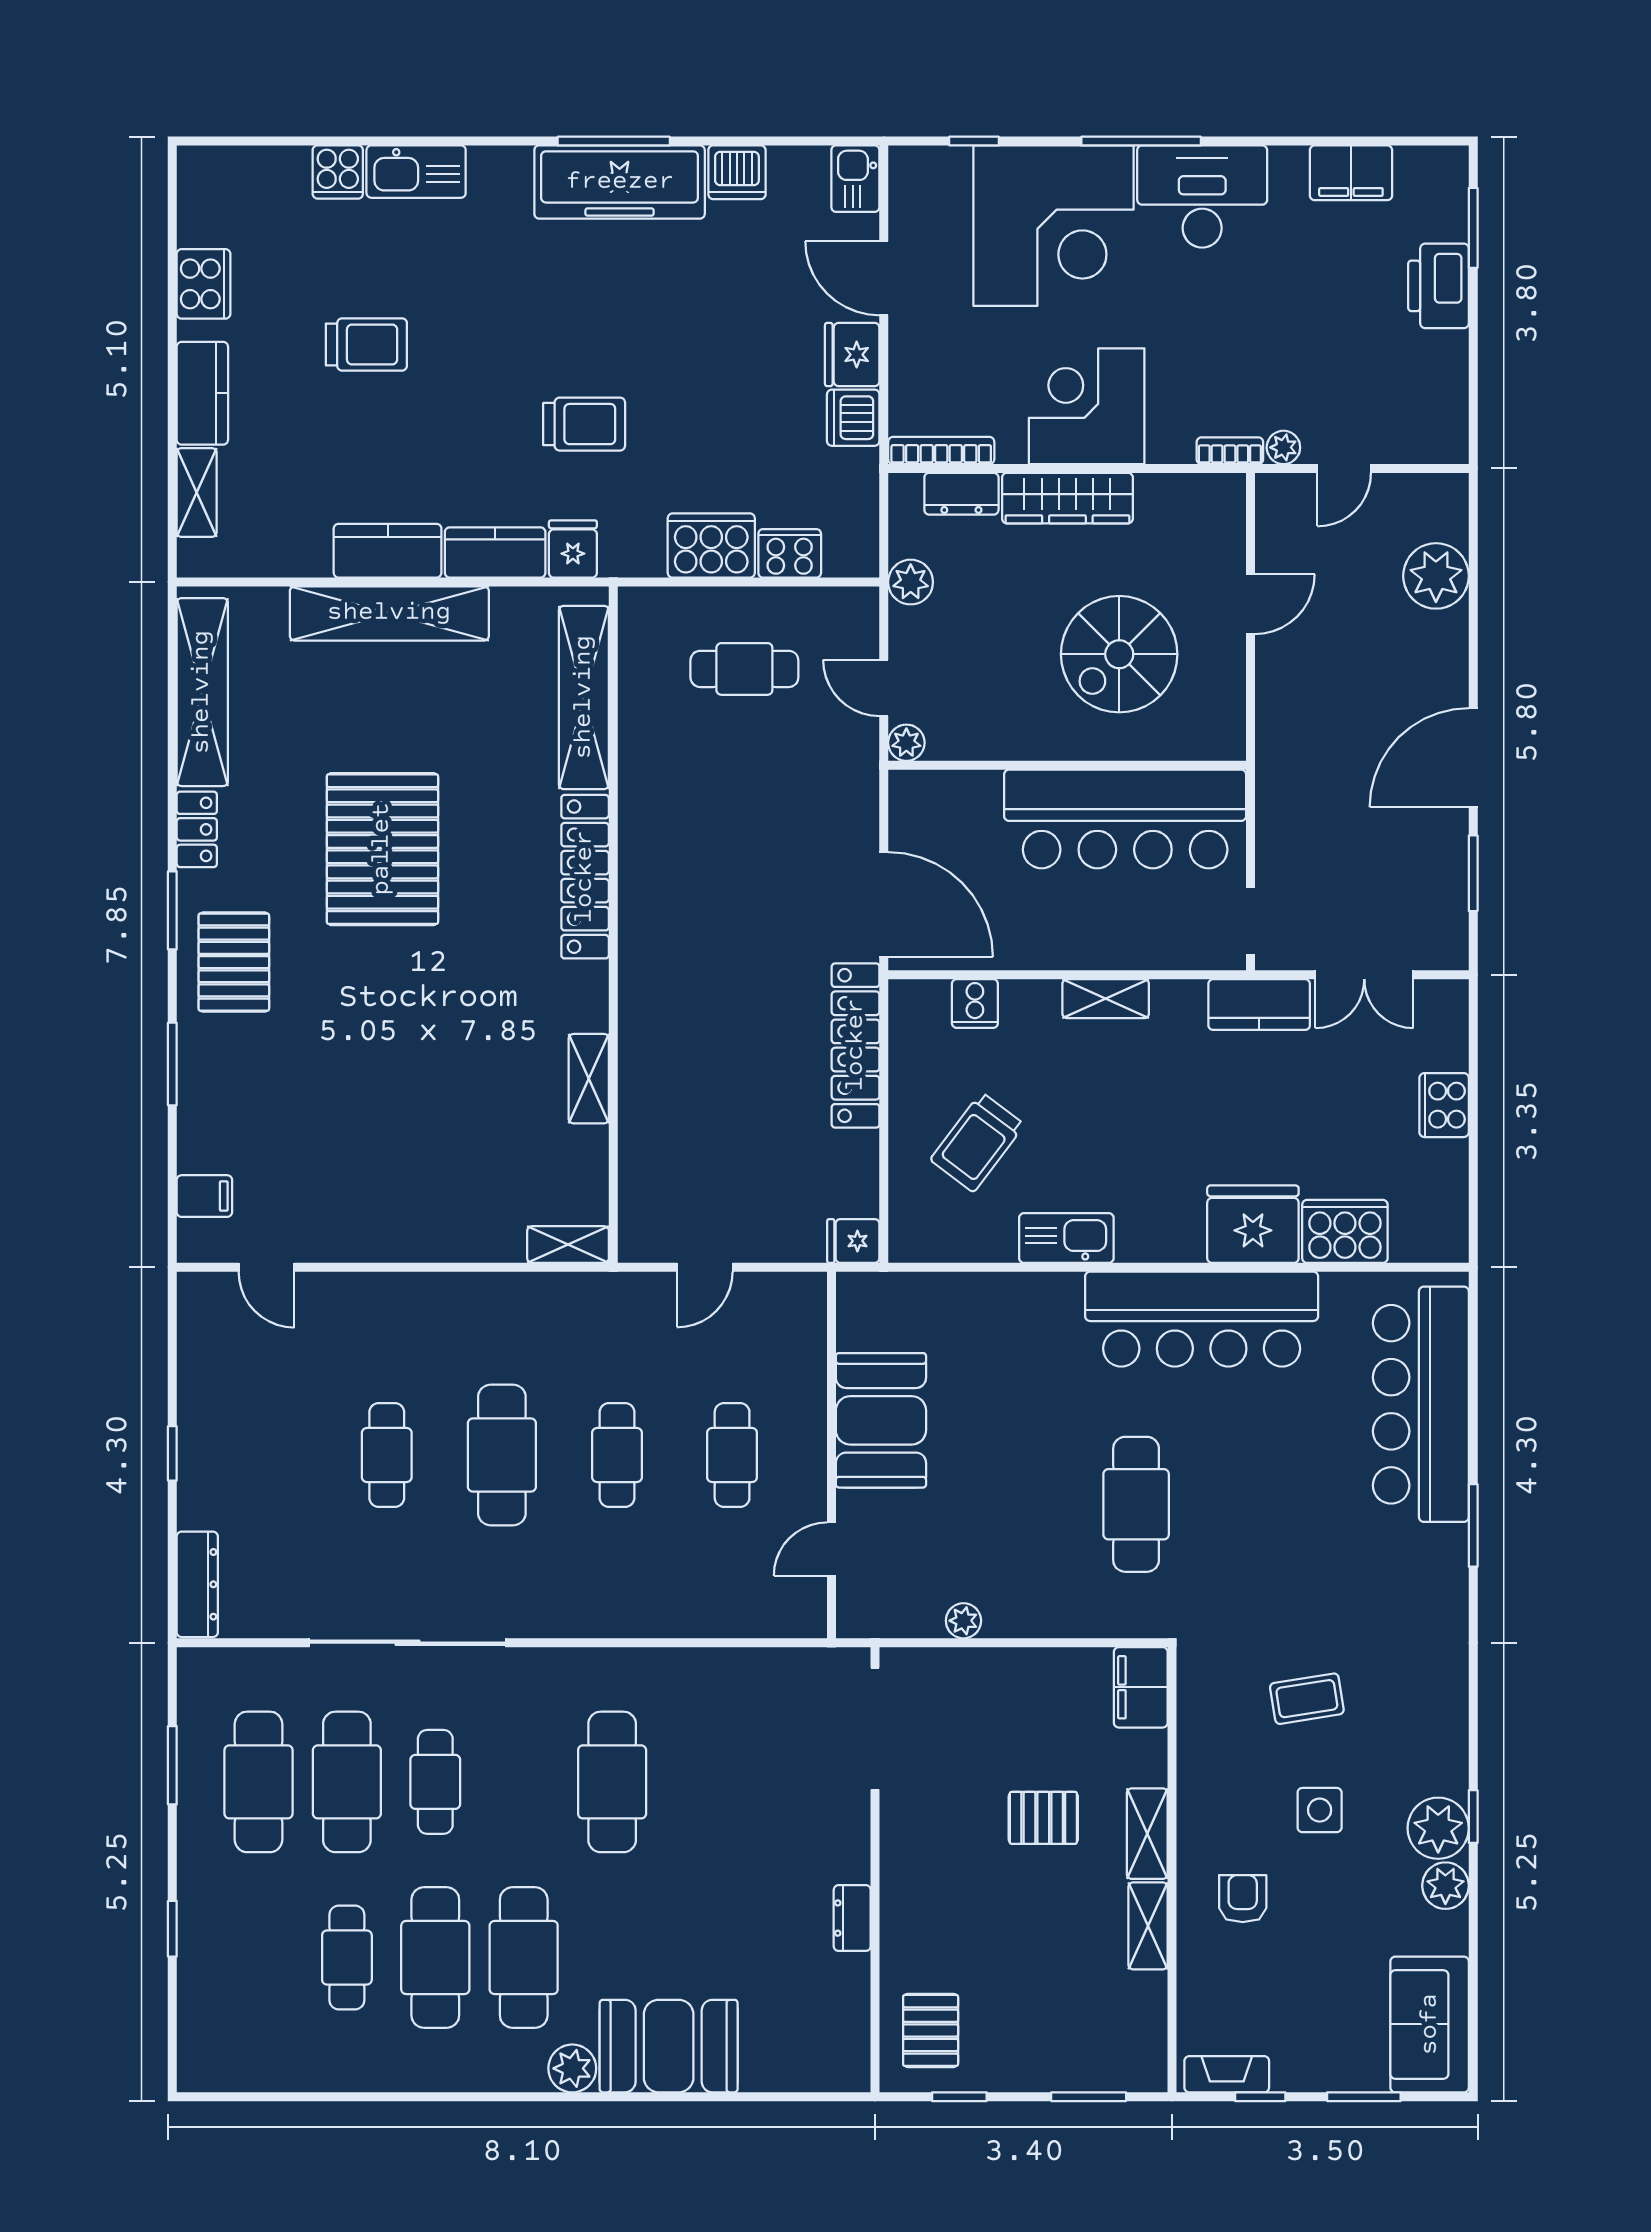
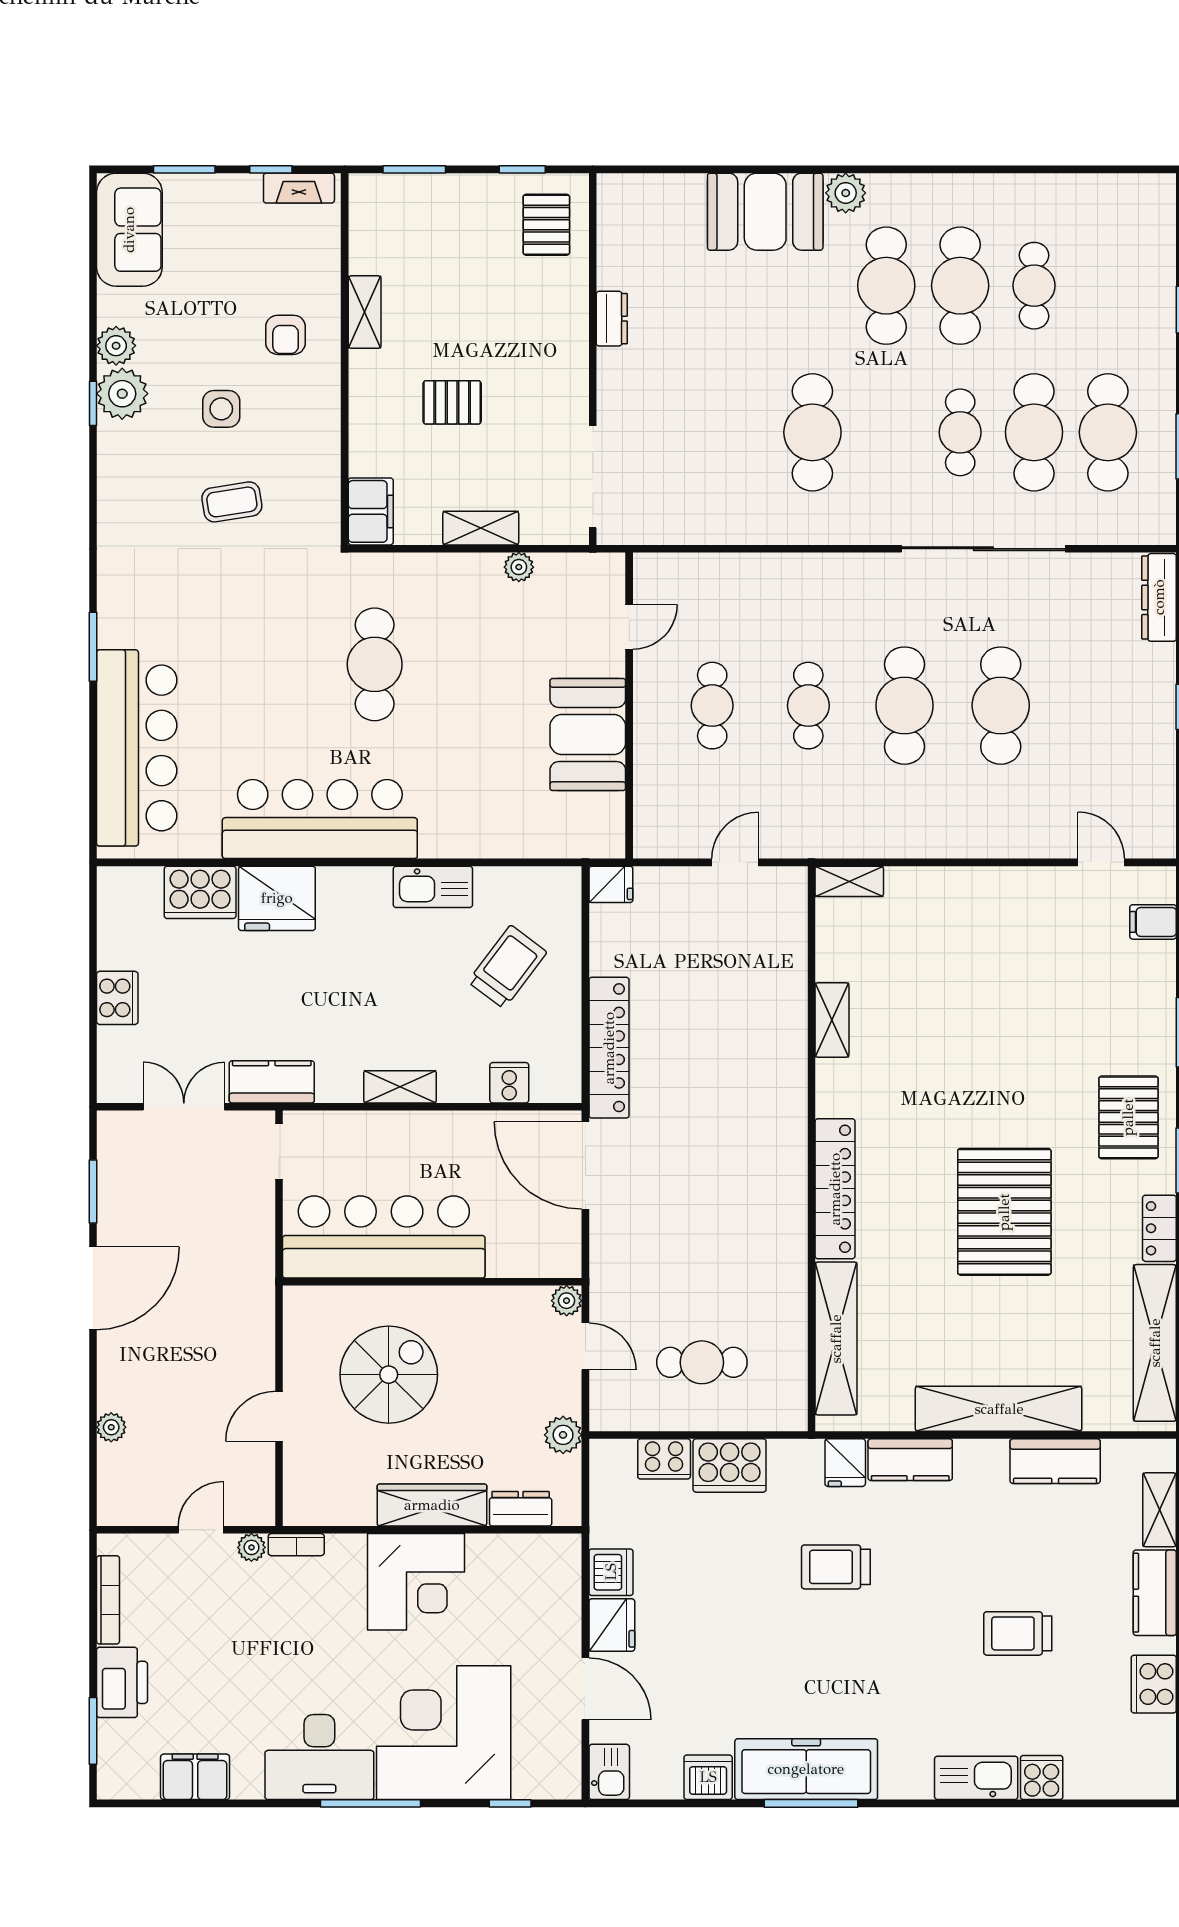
bookcase: (941, 451) -> (108, 1600), moved, turned -90
kitchen counter: (388, 551) -> (1055, 1461), moved
plant: (1436, 576) -> (111, 1427), width x0.53, depth x0.53
cafe table: (387, 1455) -> (1001, 706), width x1.37, depth x1.35
shelving: (1147, 1834) -> (481, 528), moved, turned 90

